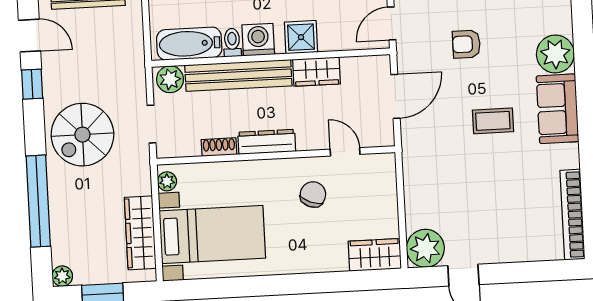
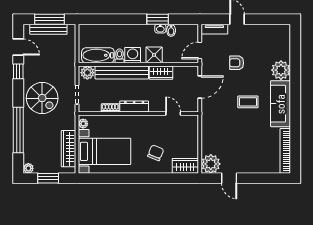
sofa: (558, 109) -> (281, 104), width x1.36
spiral stairs: (82, 135) -> (42, 98), turned -90
chair: (313, 194) -> (156, 153), moved

